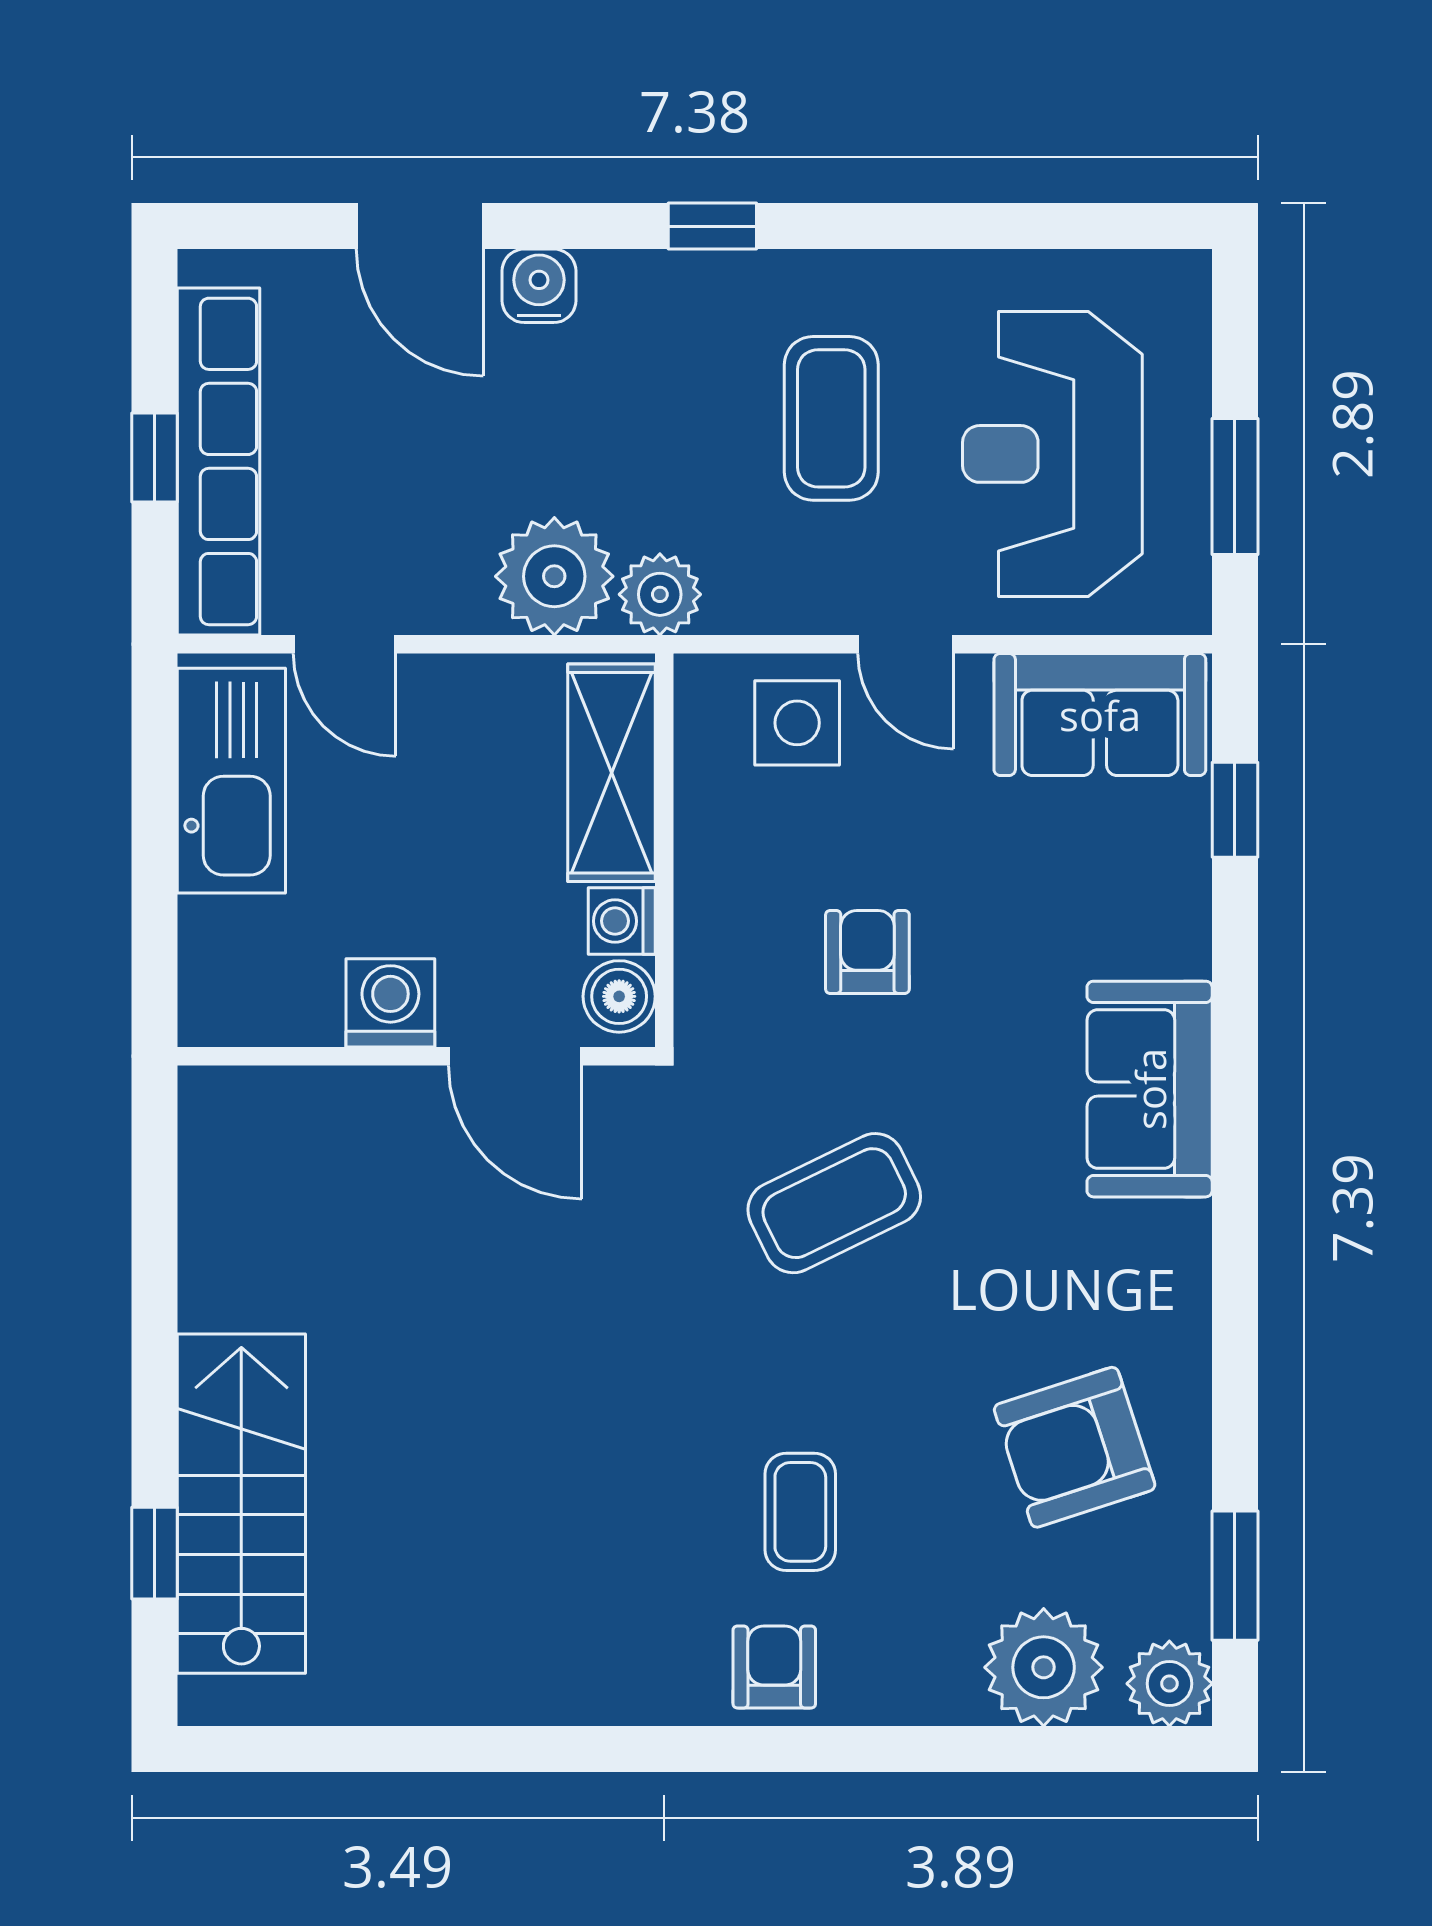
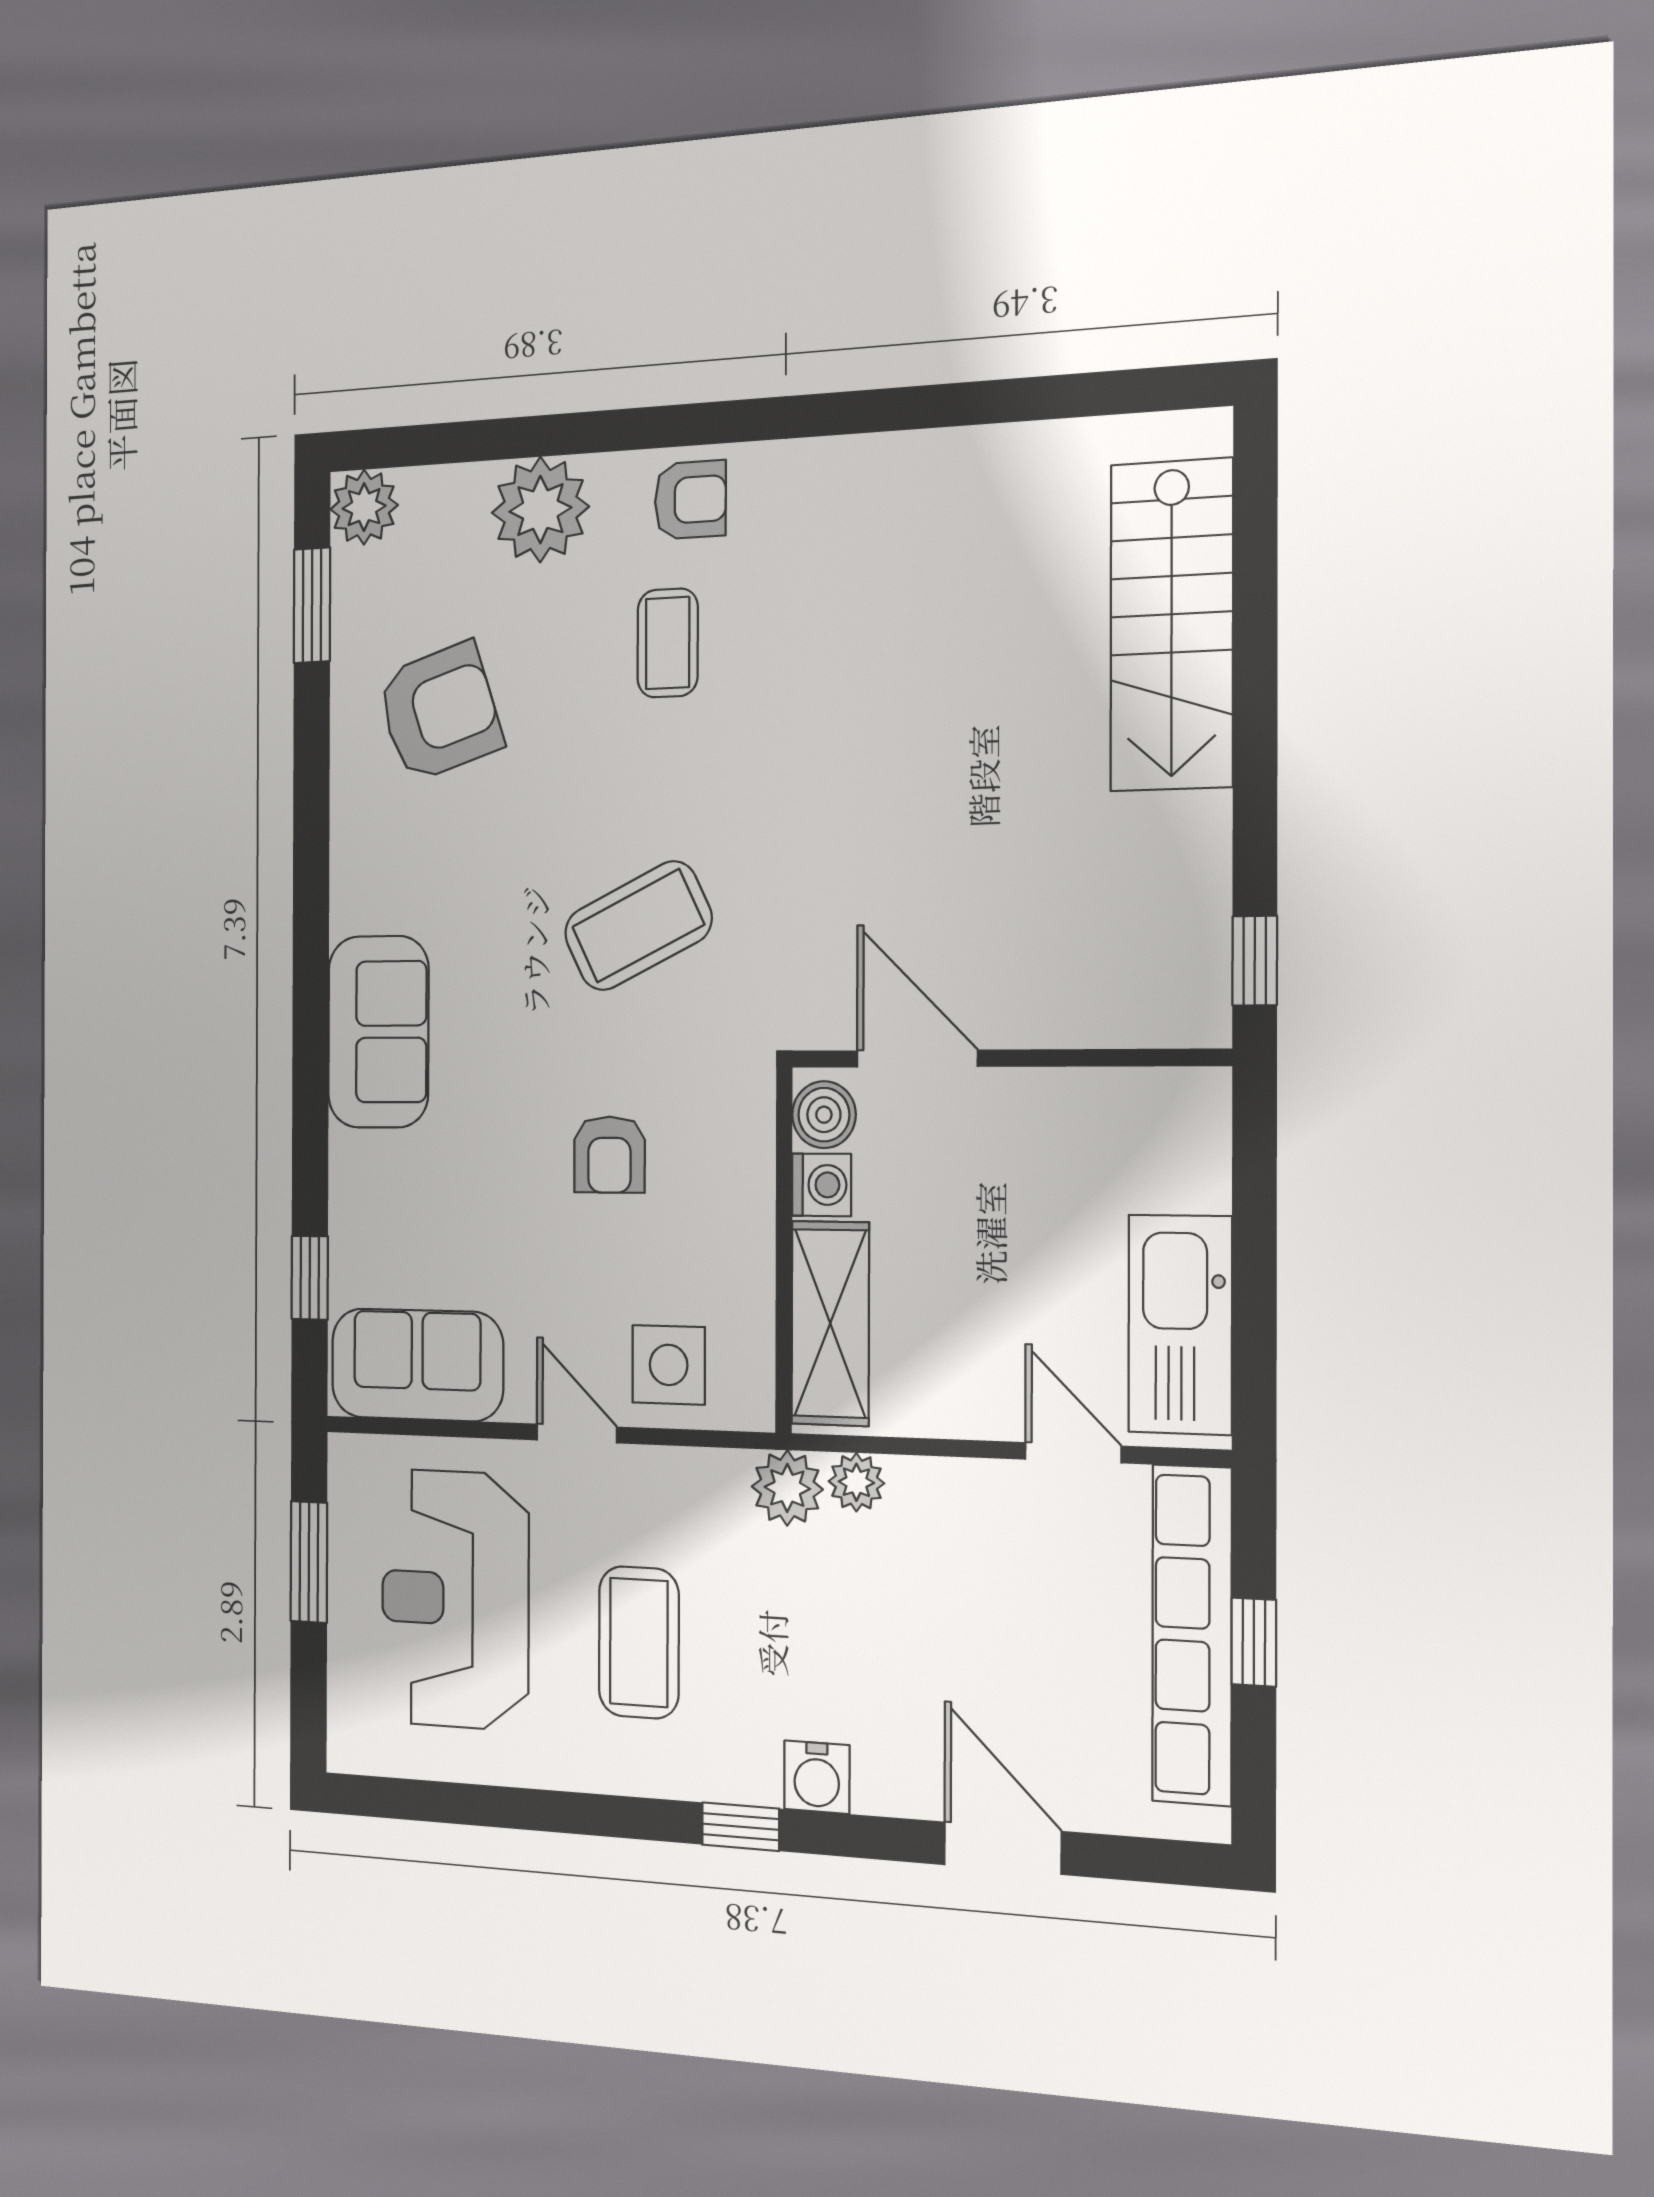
water cooler: (539, 286) -> (817, 1777), moved
reception desk: (1052, 454) -> (455, 1599), turned 180
plant: (554, 576) -> (856, 1482), width x0.53, depth x0.53
washing machine: (390, 1003) -> (1031, 1109), removed
window: (155, 1553) -> (1255, 961), moved
armchair: (774, 1667) -> (690, 500), turned -90
plant: (1044, 1667) -> (540, 510), moved

